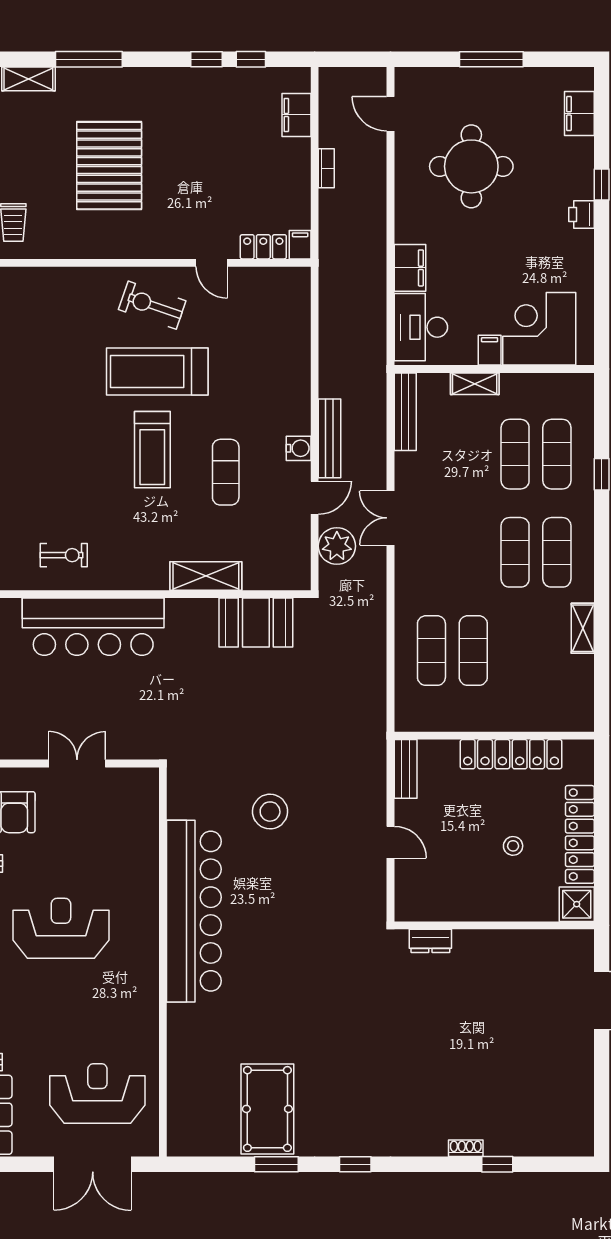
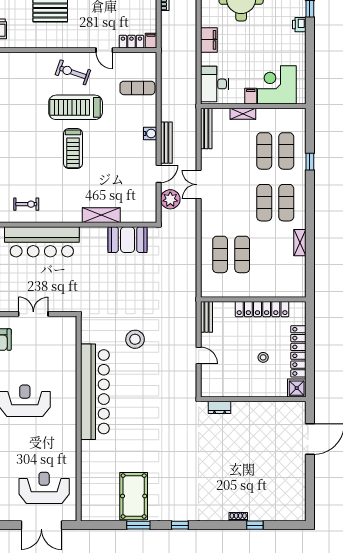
filing cabinet: (410, 268) -> (209, 40), moved
water cooler: (299, 448) -> (150, 133), moved
exercise mat: (226, 472) -> (137, 88), moved, turned 90

